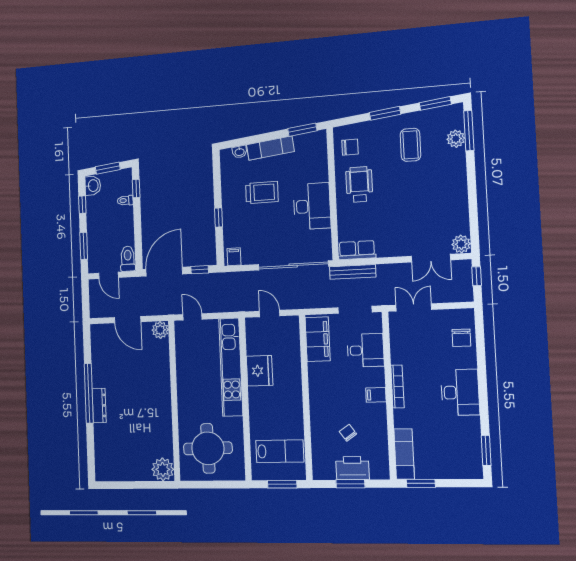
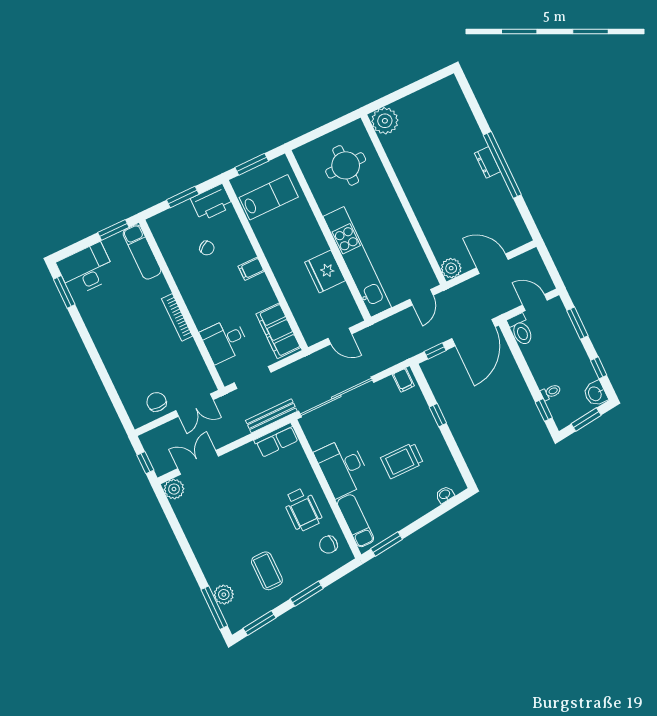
exam couch: (270, 148) -> (356, 521), moved, turned 97
door: (192, 317) -> (422, 297), hinge flipped
chair: (461, 338) -> (157, 402), moved
desk: (460, 392) -> (86, 269), moved, turned 90
filing cabinet: (376, 395) -> (251, 269), moved, turned 180
dresser: (99, 405) -> (487, 162), width x0.70
round table: (208, 448) -> (346, 165), width x0.73, depth x0.73
lab bench: (280, 451) -> (269, 197), turned 180
printer: (352, 468) -> (212, 202), moved

